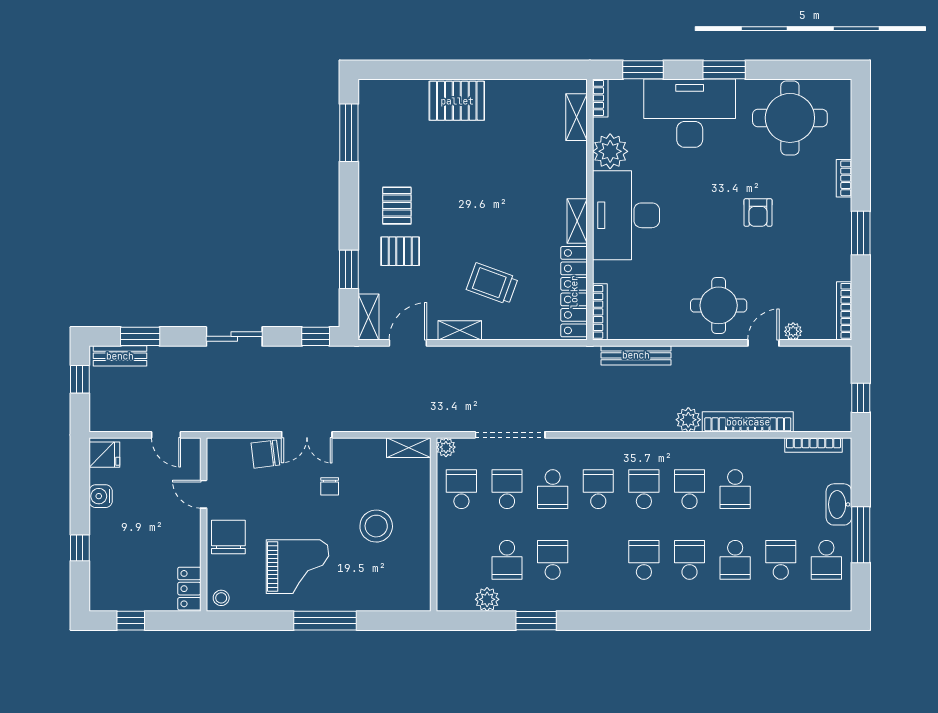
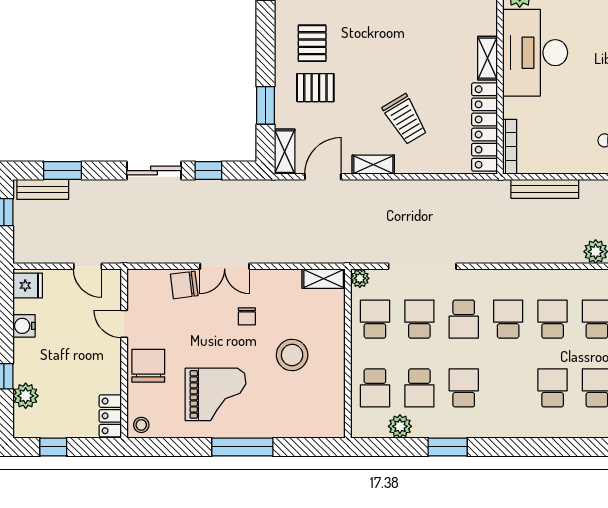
trolley: (492, 284) -> (405, 119), turned -141
window: (316, 336) -> (208, 171), moved
school desk: (461, 560) -> (375, 388), added
plant: (102, 568) -> (26, 396), added

